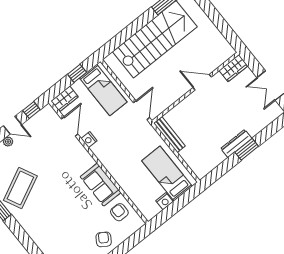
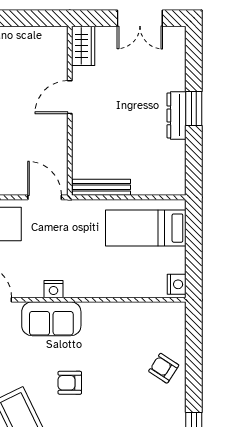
nightstand: (89, 140) -> (53, 289), moved
sofa: (101, 185) -> (51, 319), moved
nightstand: (165, 201) -> (177, 284), moved
armchair: (119, 212) -> (70, 383), moved

